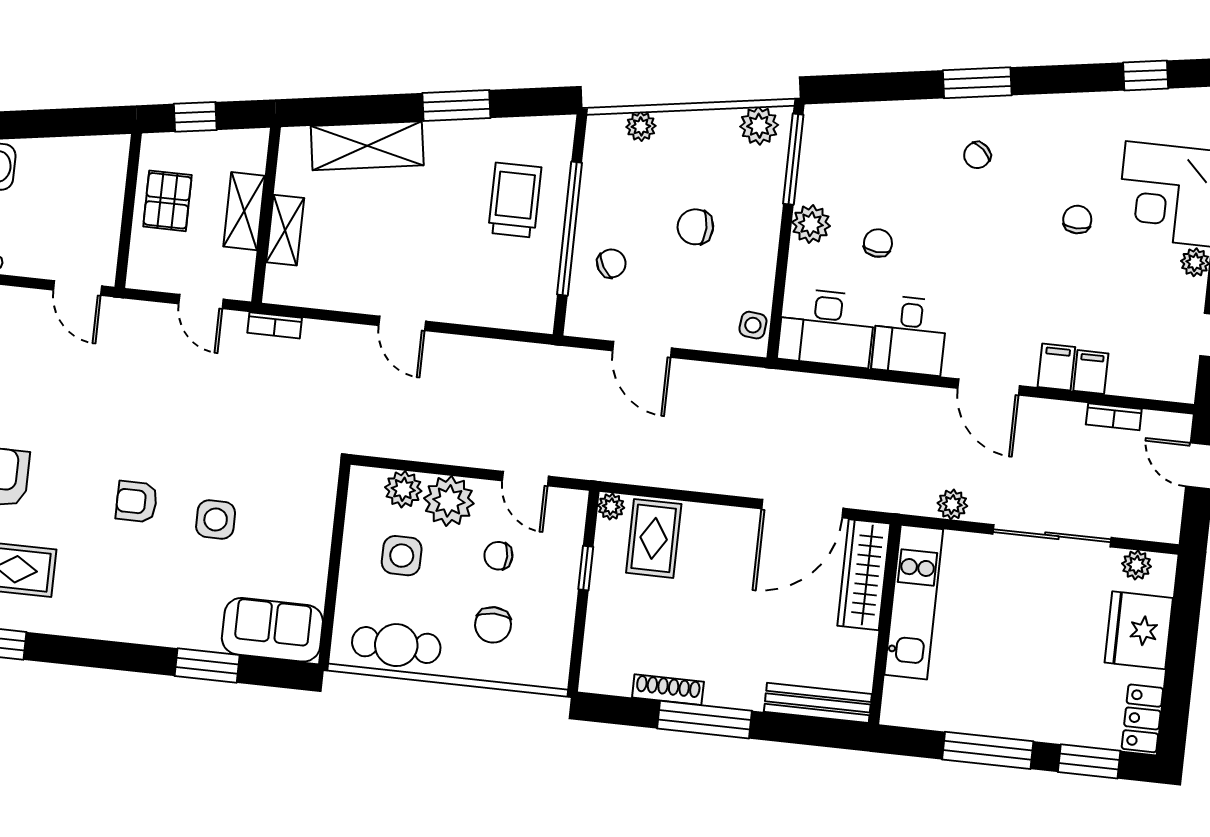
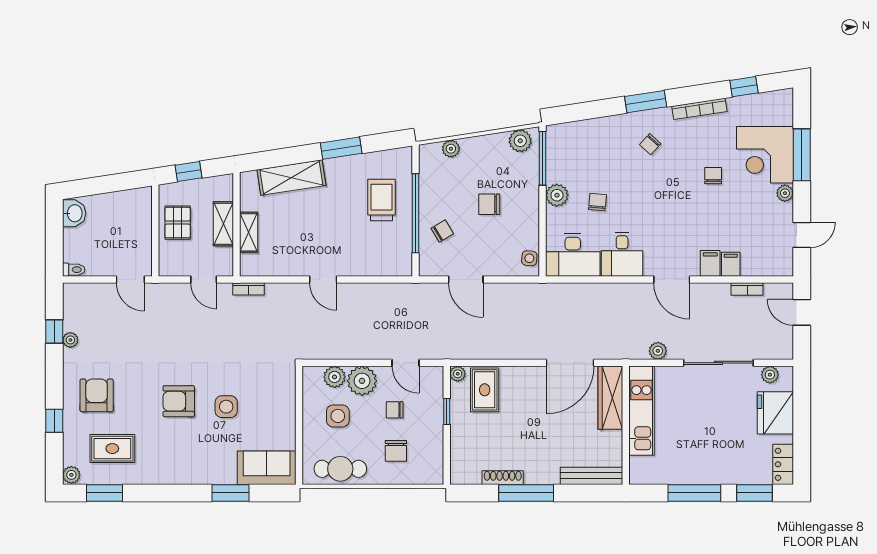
bookcase: (1066, 105) -> (699, 109), added
armchair: (137, 502) -> (179, 401), width x1.38, depth x1.38

